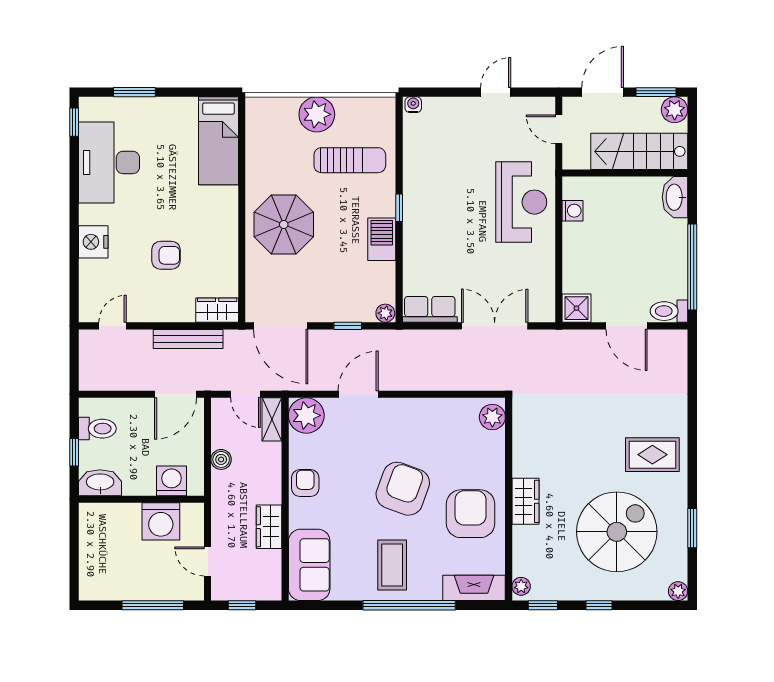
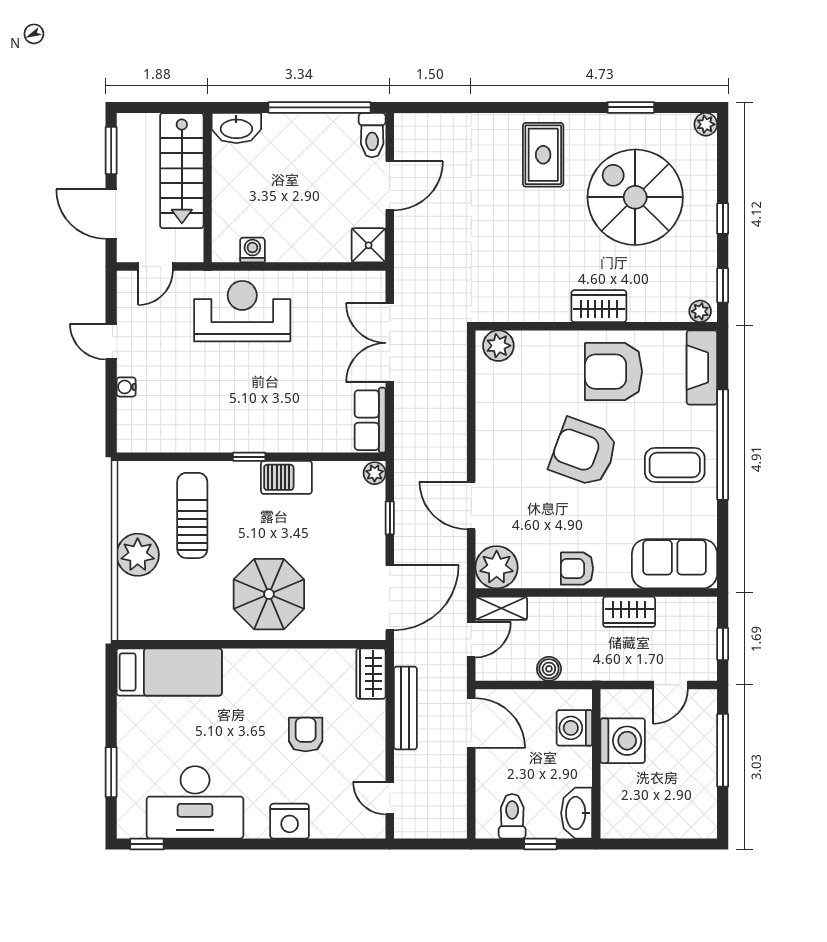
water cooler: (413, 105) -> (126, 387), moved
plant: (675, 110) -> (132, 129), removed

